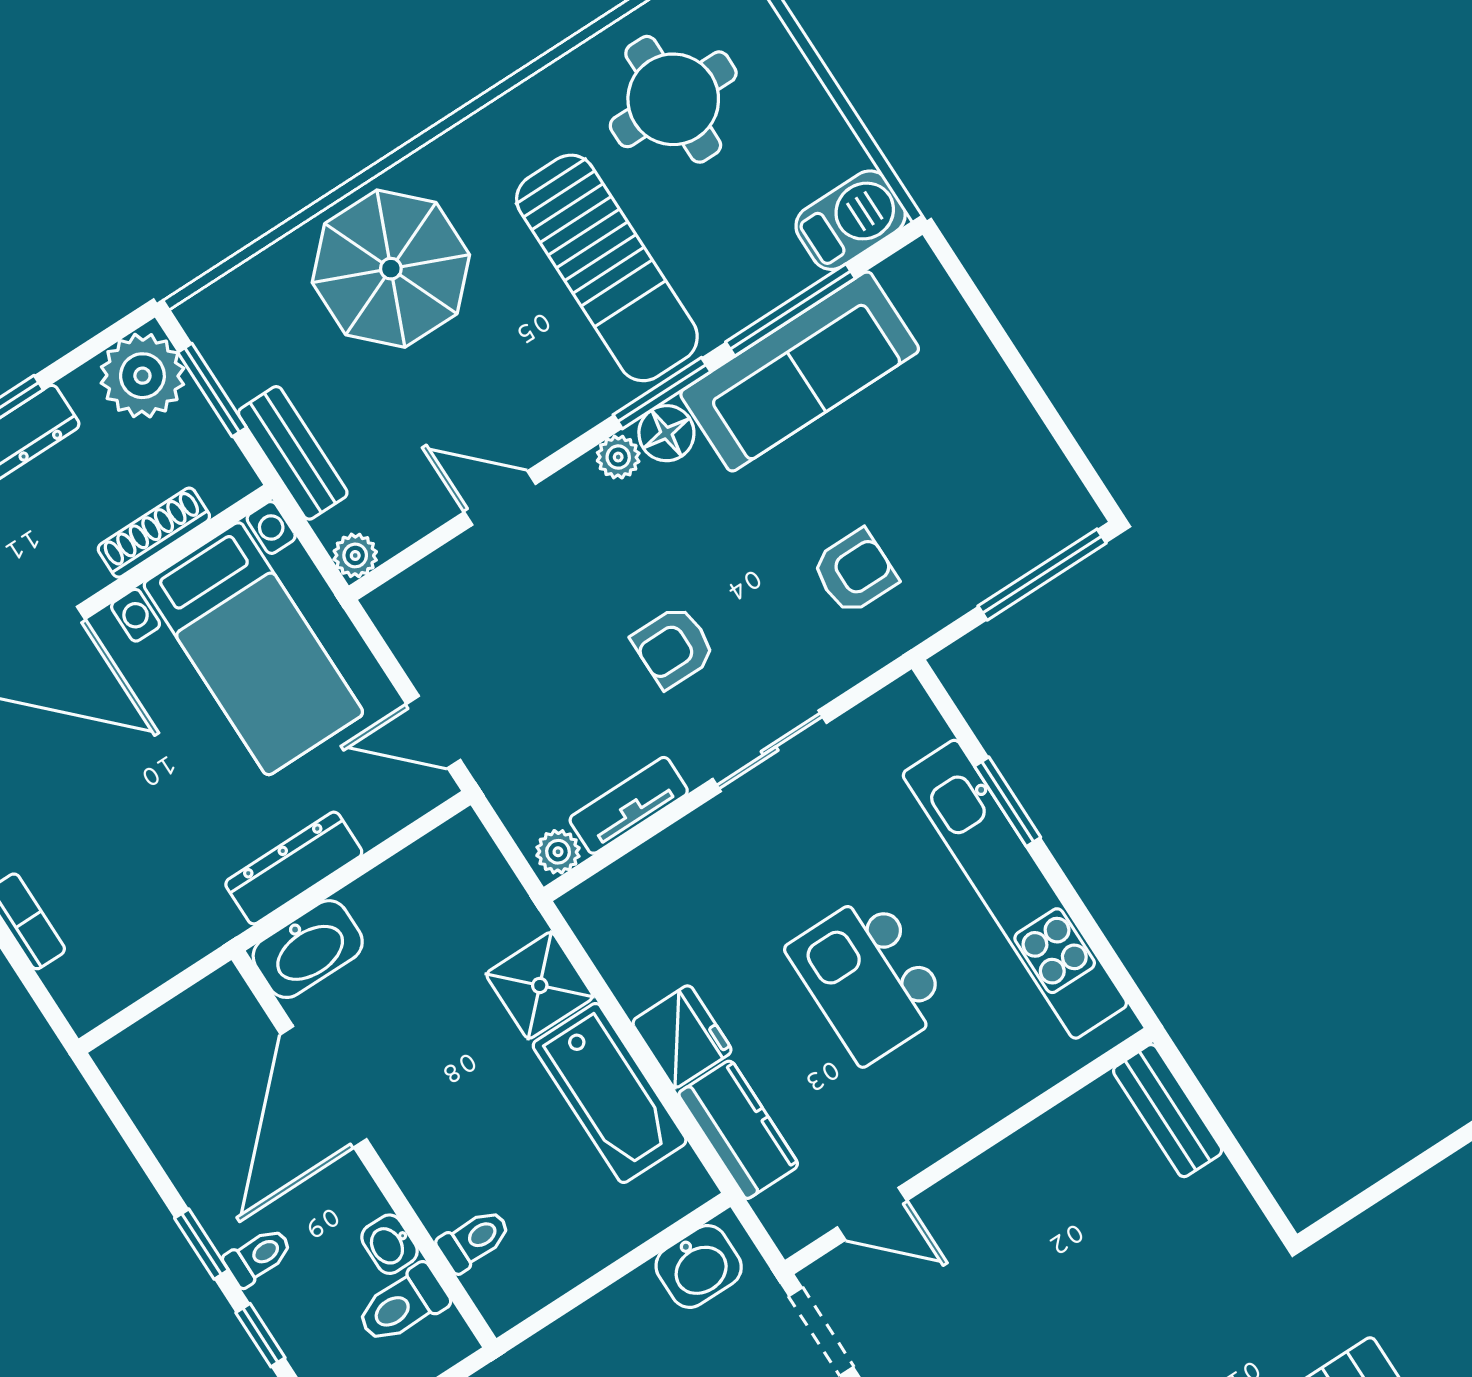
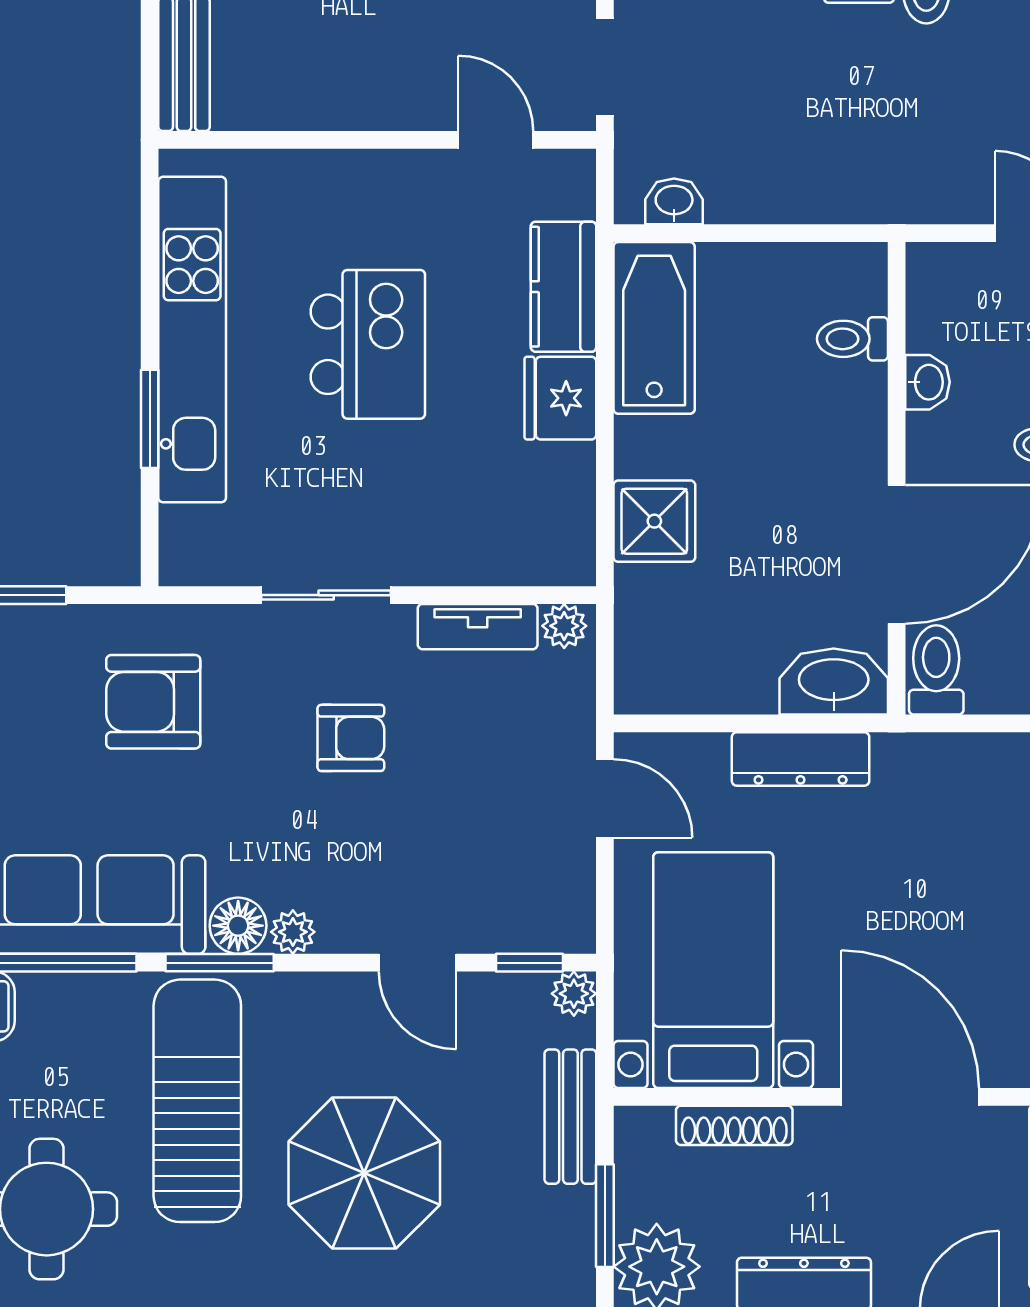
parasol: (391, 269) -> (364, 1173), moved
window: (408, 557) -> (529, 963), added
armchair: (855, 572) -> (153, 702), width x1.38, depth x1.38
bathtub: (610, 1093) -> (654, 328), moved
washbasin: (699, 1266) -> (674, 201), width x0.72, depth x0.69
toilet: (402, 1305) -> (936, 670), moved, turned -90

